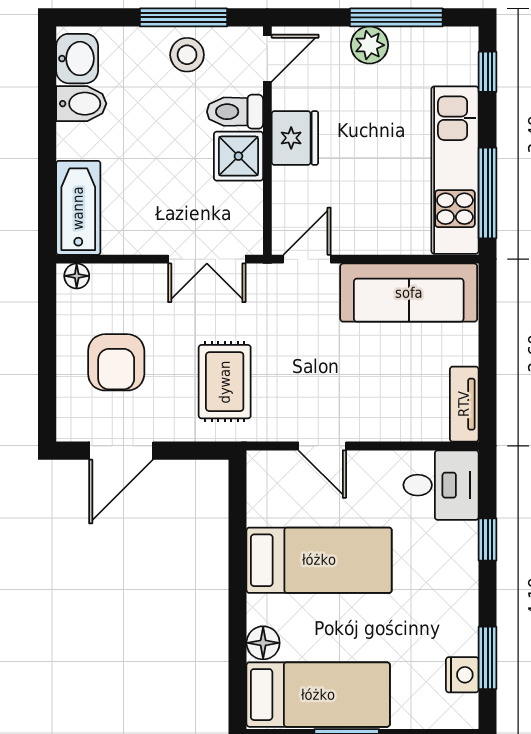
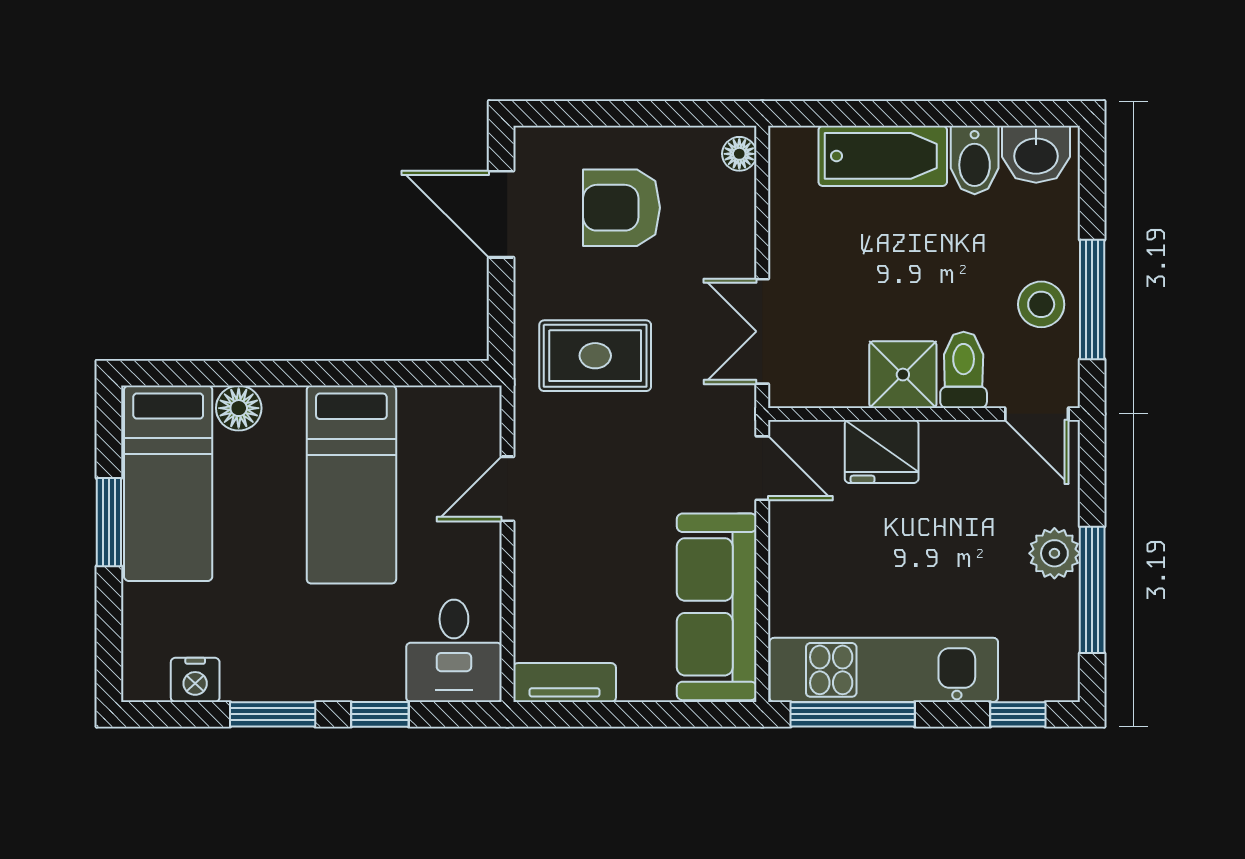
fridge: (295, 138) -> (882, 451), moved
bathtub: (78, 208) -> (883, 156), moved
window: (488, 658) -> (273, 714), moved

